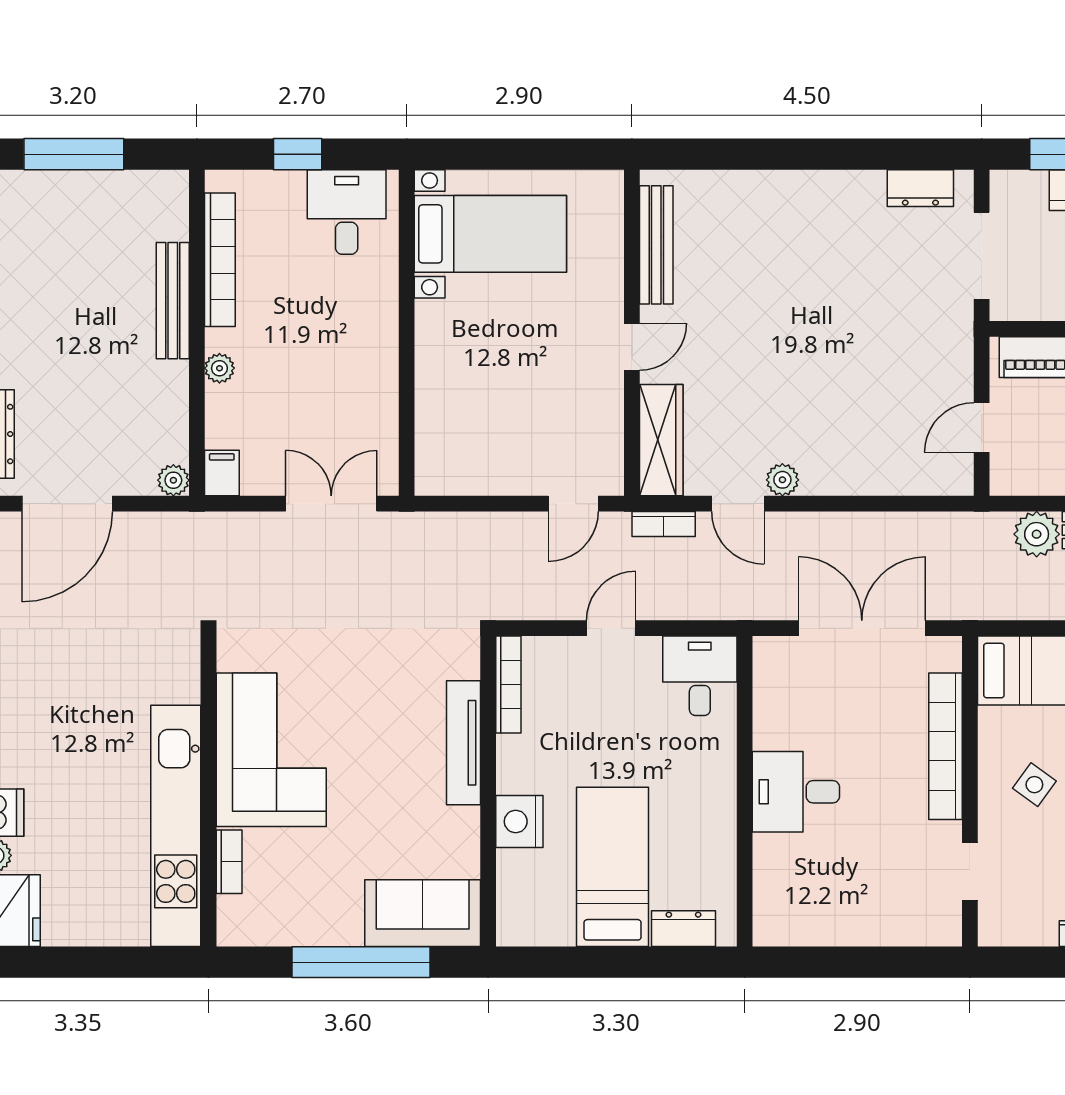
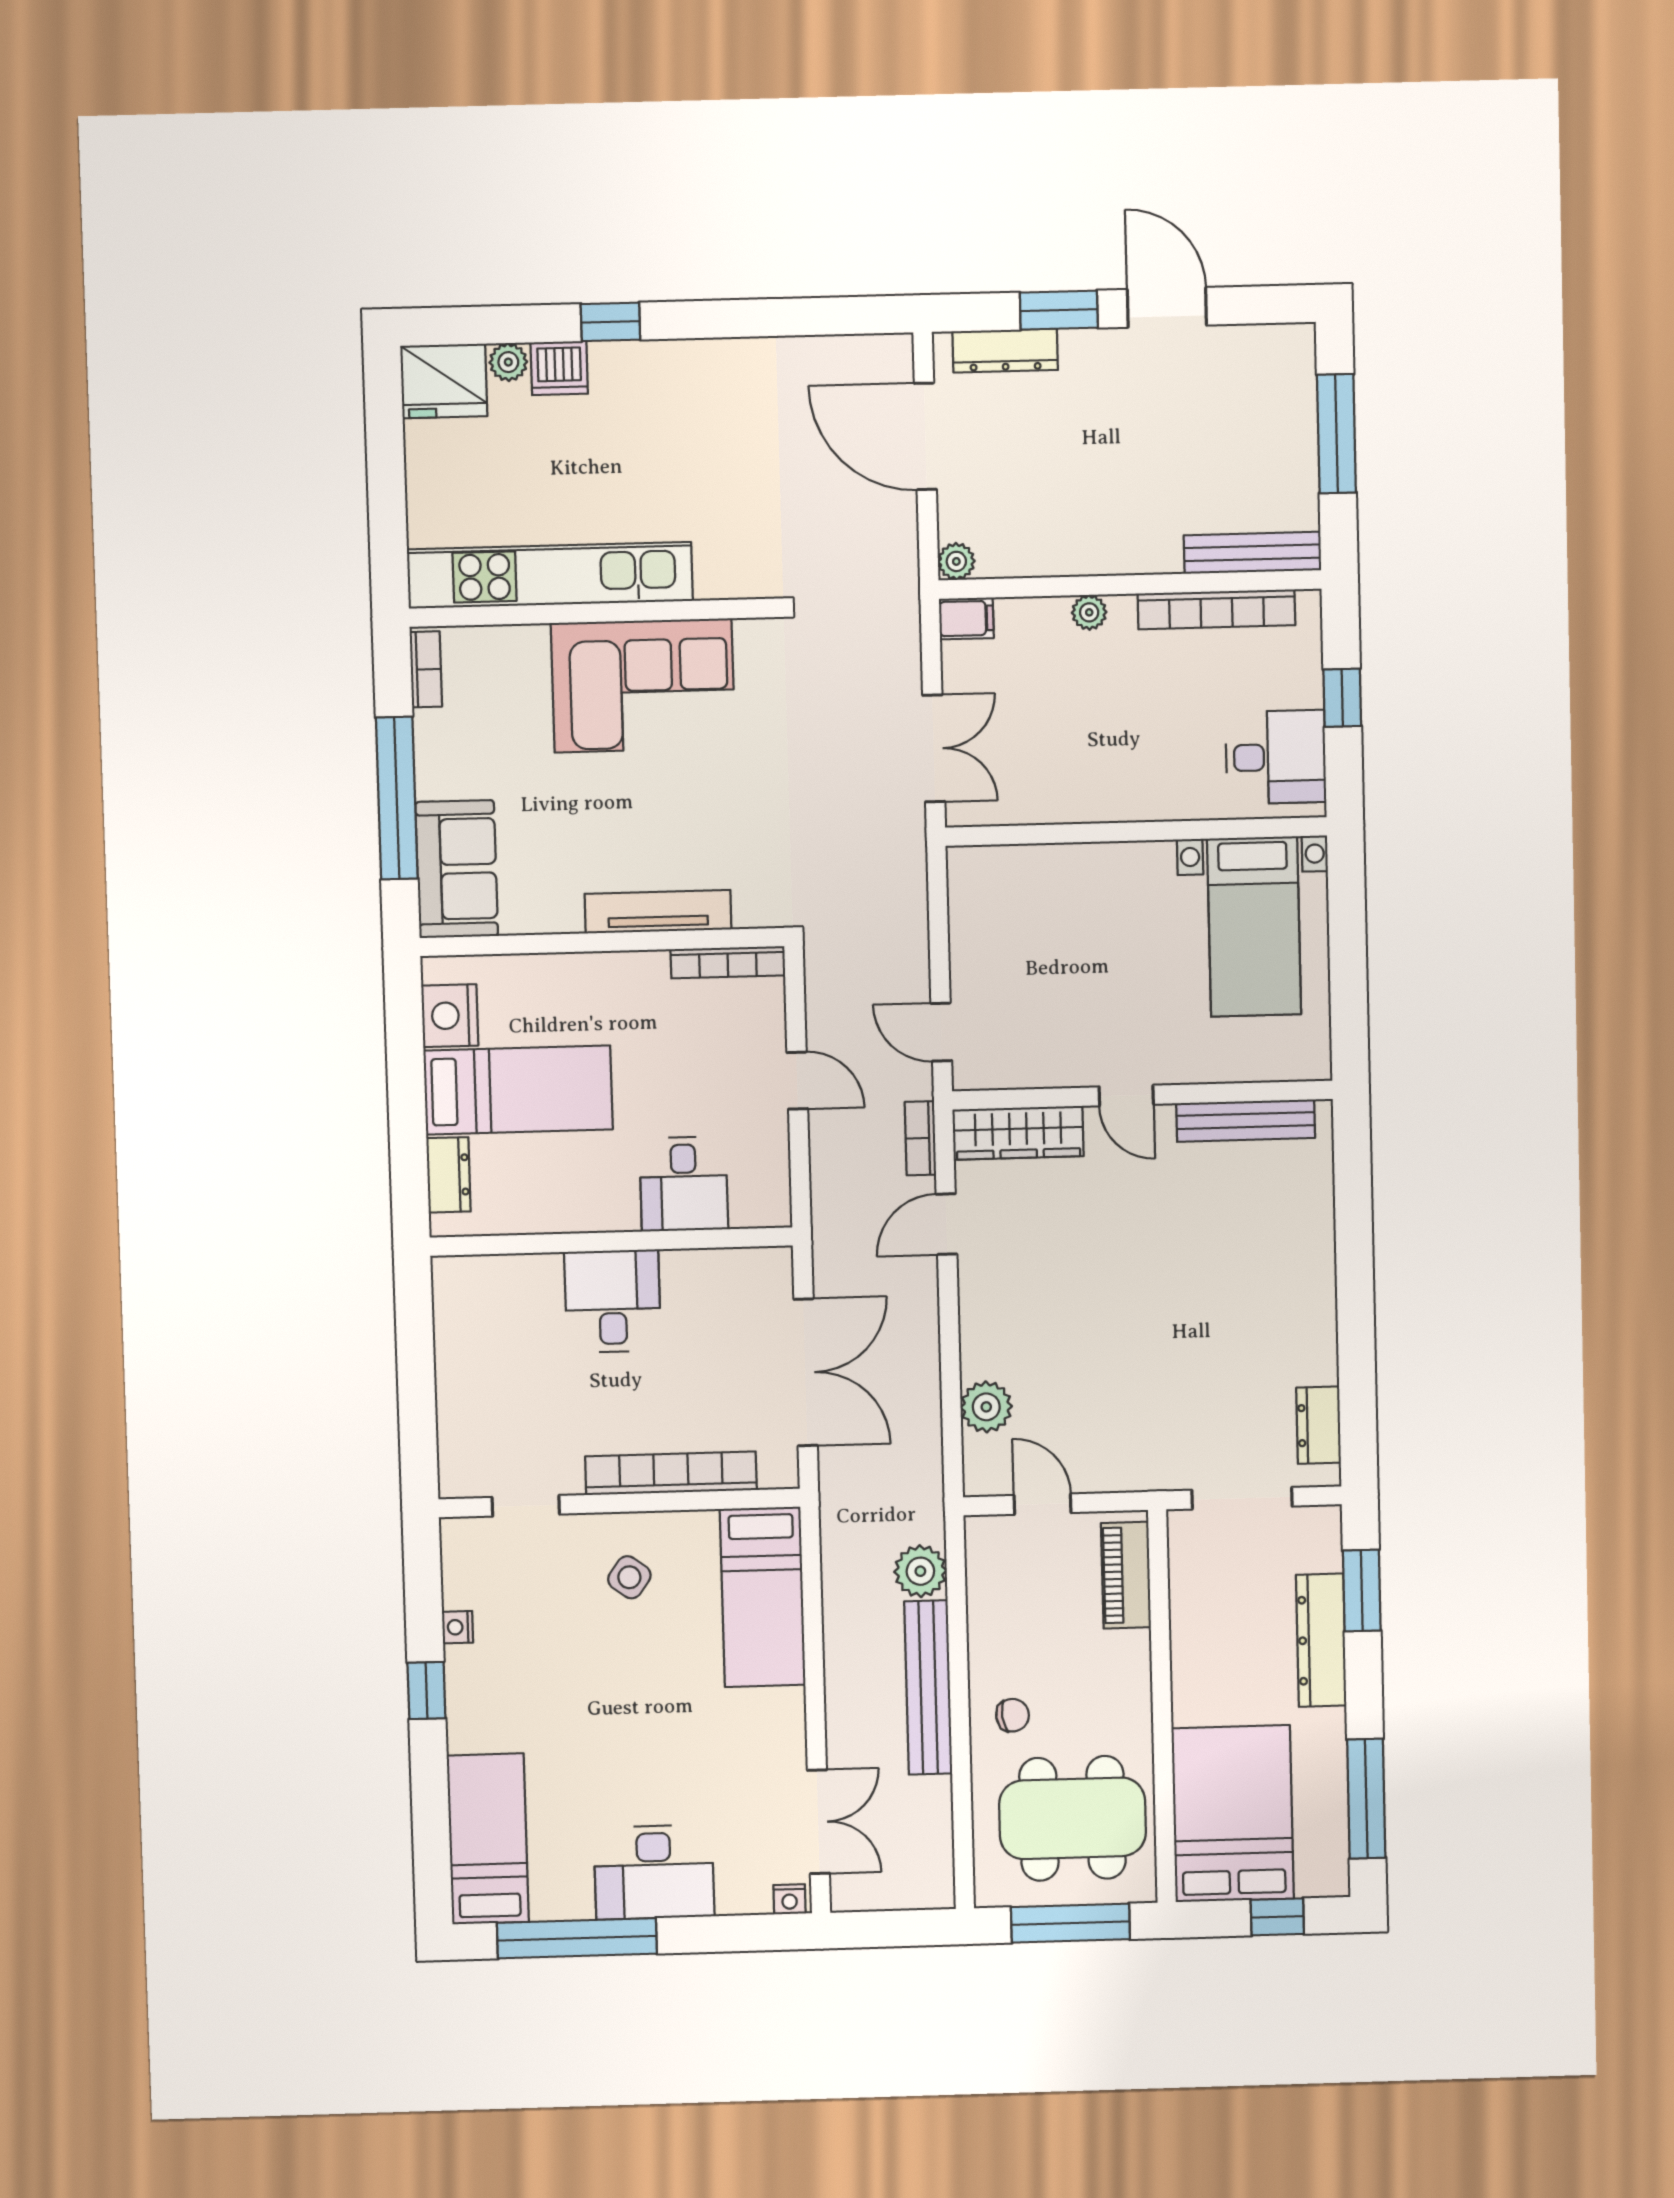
bench: (173, 301) -> (1252, 553), moved
plant: (782, 480) -> (986, 1407), moved, width x1.38, depth x1.38
desk: (700, 676) -> (684, 1184), moved, turned 90
nightstand: (519, 822) -> (450, 1016), moved, turned -90
bookcase: (229, 862) -> (426, 669), moved, turned -90

